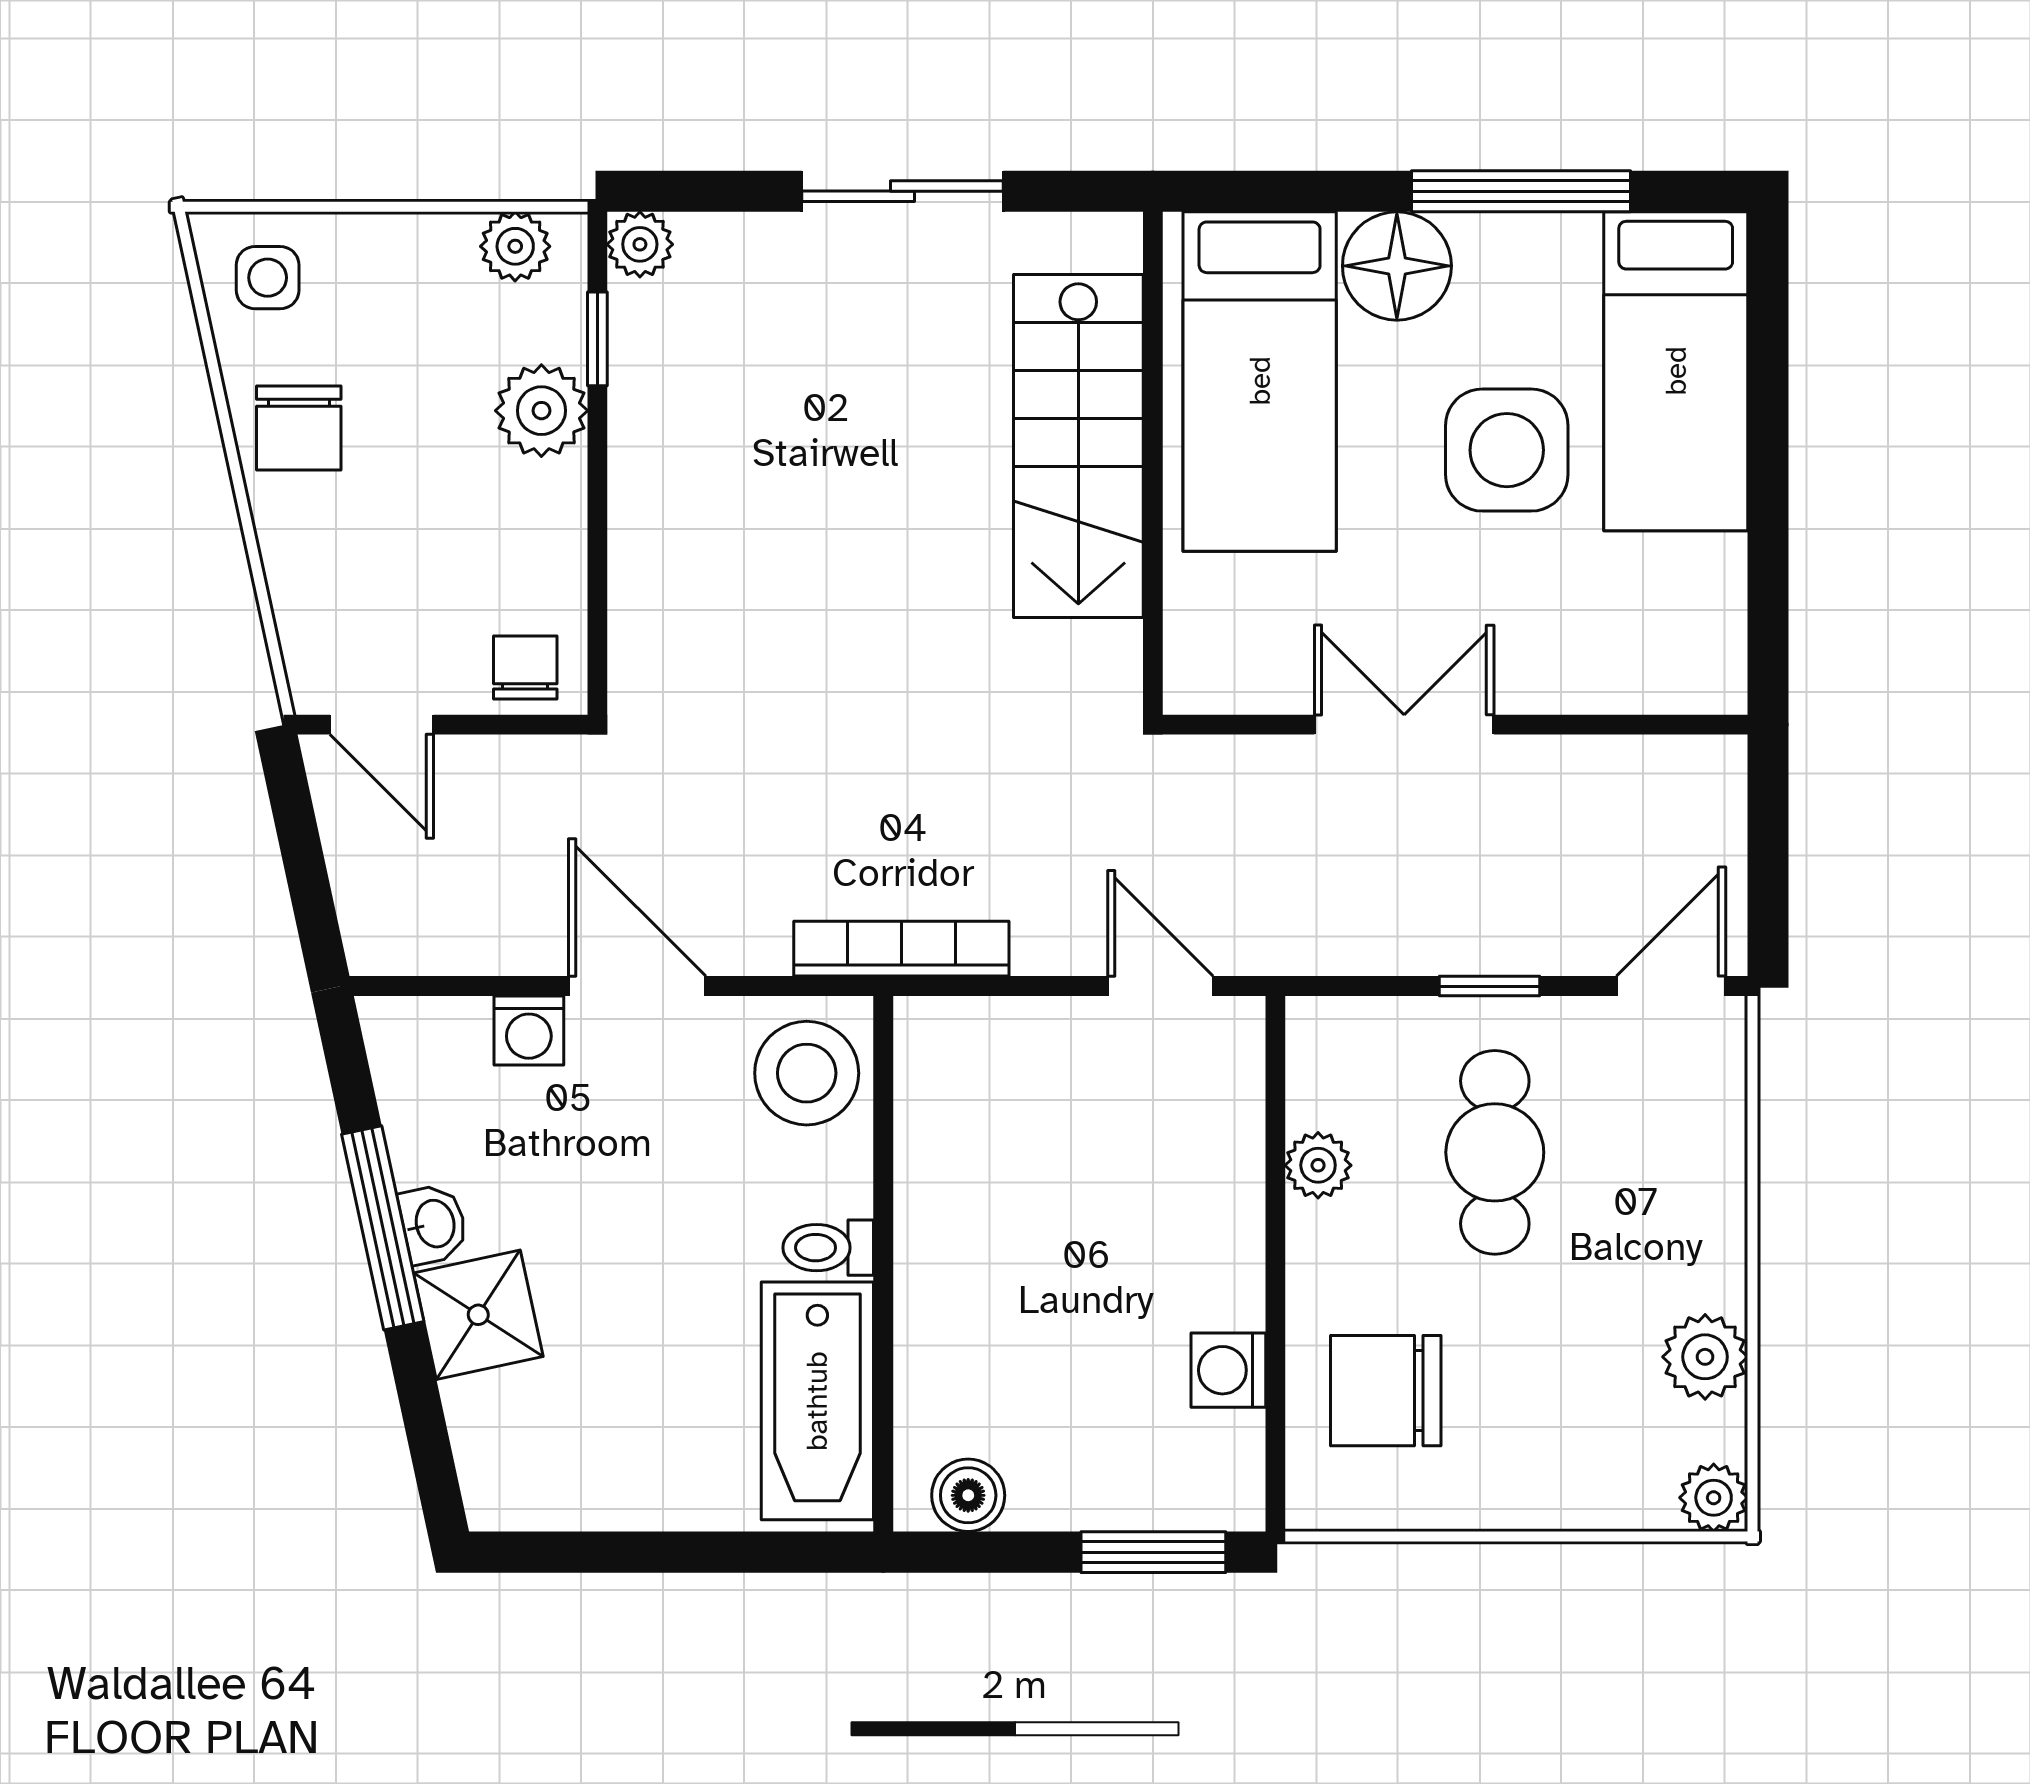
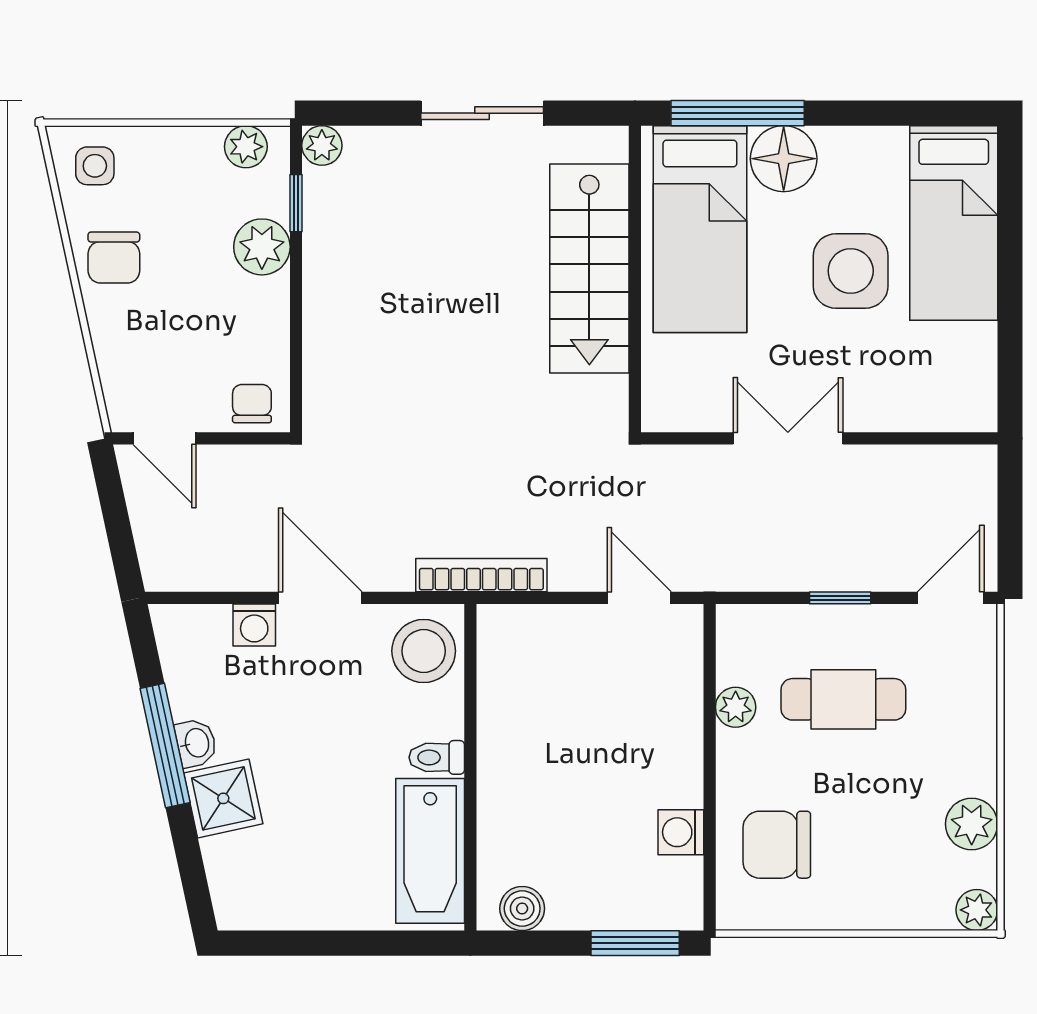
window: (1521, 191) -> (738, 113), moved
cafe table: (1495, 1152) -> (843, 699), turned 90

